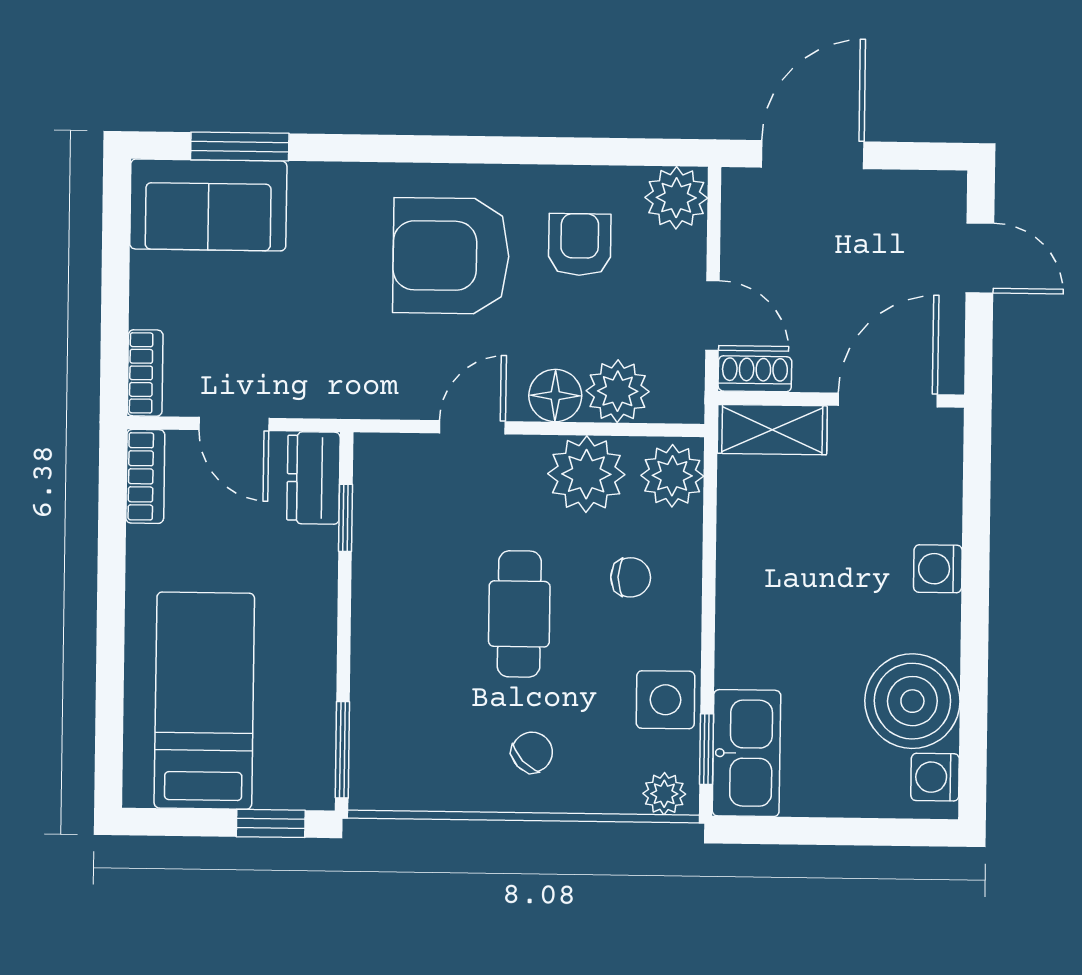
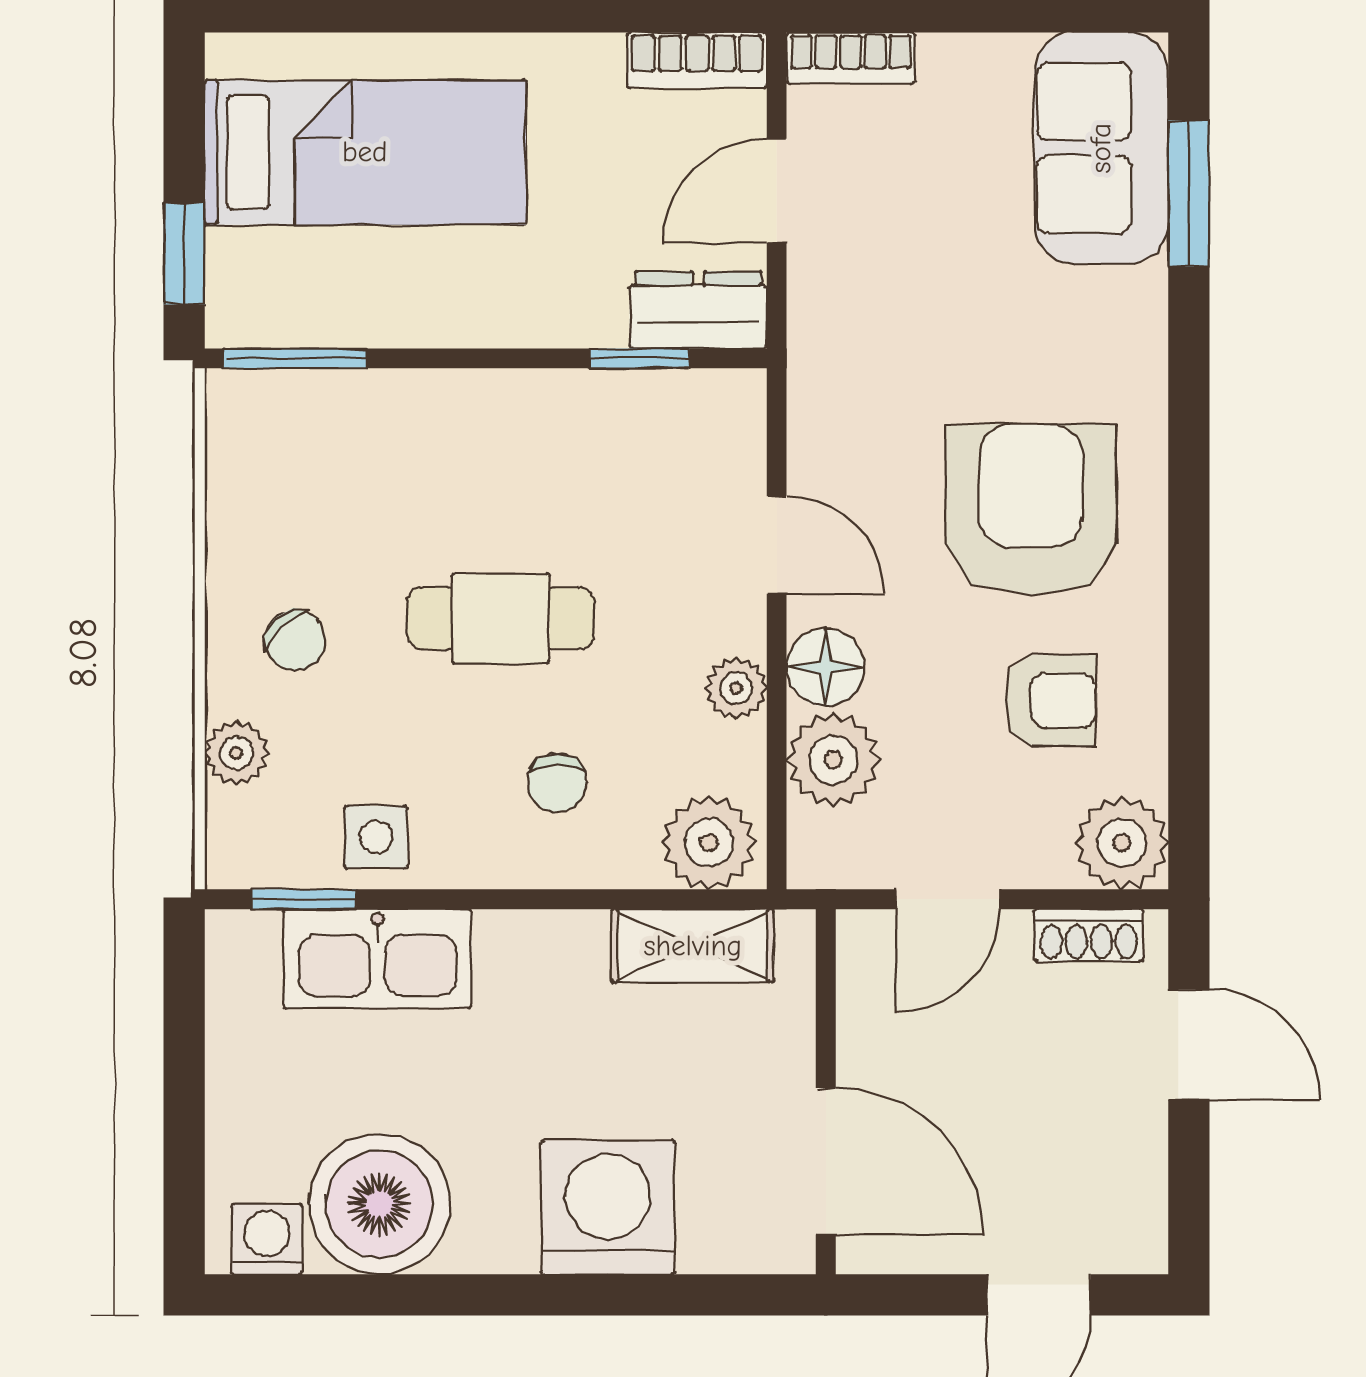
door: (813, 155) -> (1189, 1045), width x0.73
shoe rack: (755, 374) -> (1089, 935), moved, turned 90
shelving: (772, 430) -> (693, 946), moved, turned 90
plant: (586, 474) -> (736, 688), width x0.53, depth x0.53
washing machine: (938, 569) -> (608, 1207), width x1.89, depth x1.89
side table: (665, 700) -> (376, 837), width x0.73, depth x0.73
kitchen sink: (746, 753) -> (378, 959), moved
plant: (664, 794) -> (236, 753), moved

